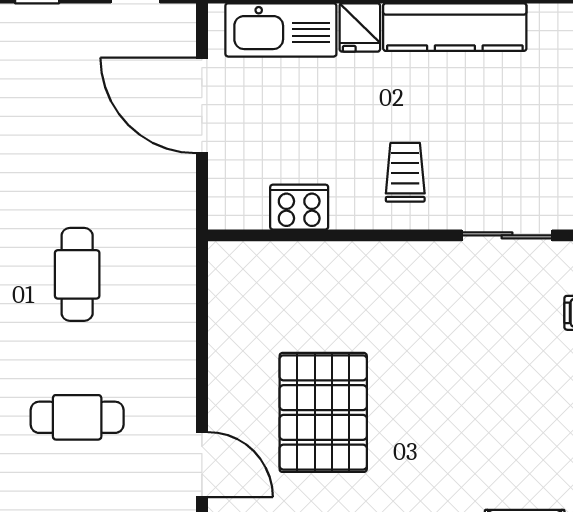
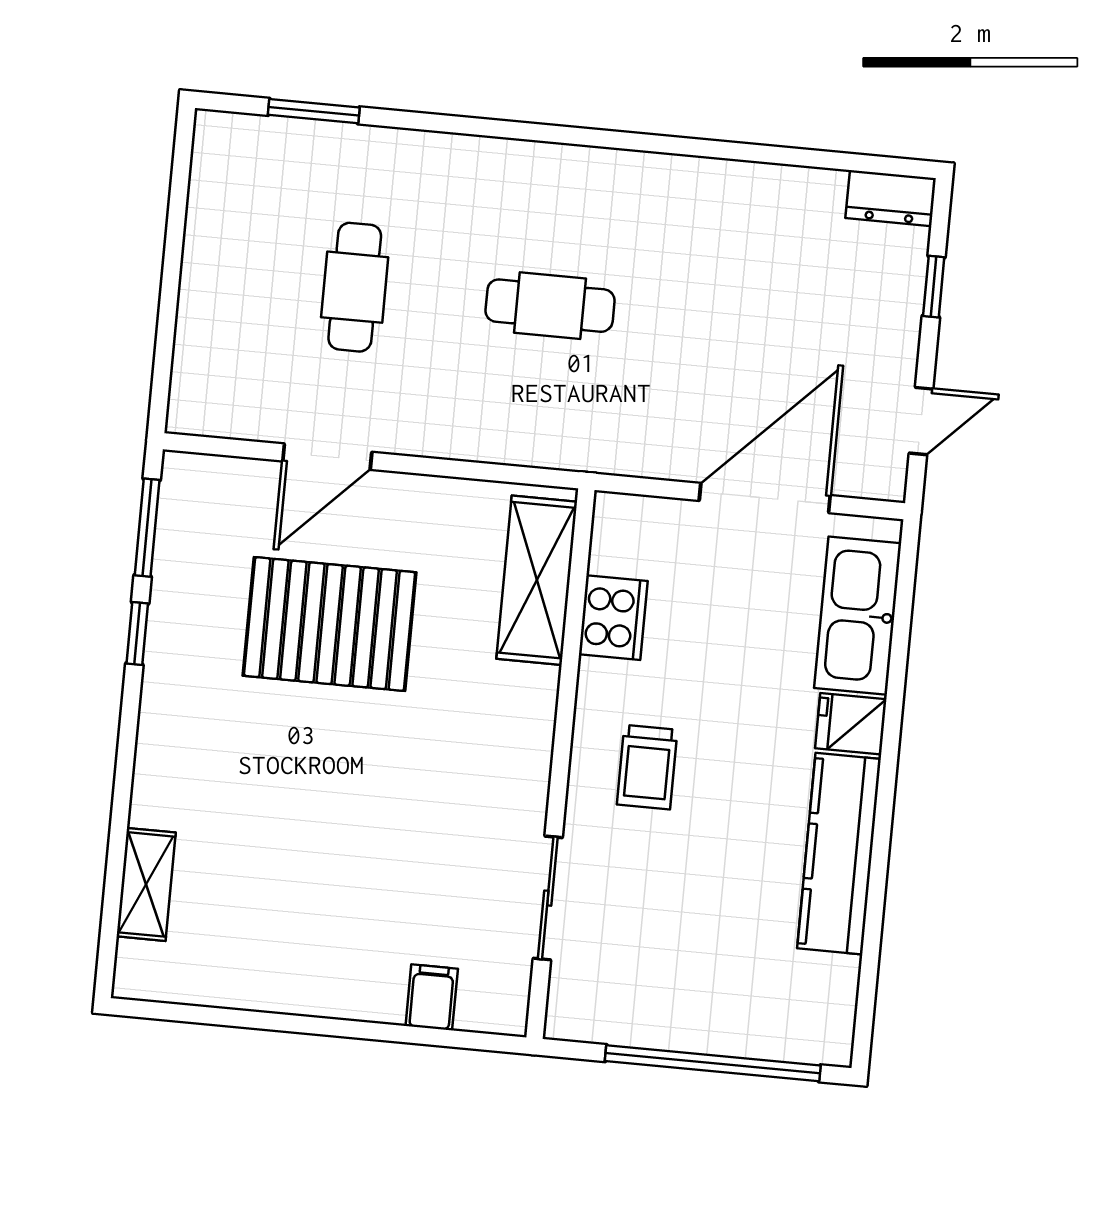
trolley: (405, 172) -> (647, 767), turned 90
shelving: (277, 265) -> (537, 580), added
door: (202, 465) -> (327, 457), moved

